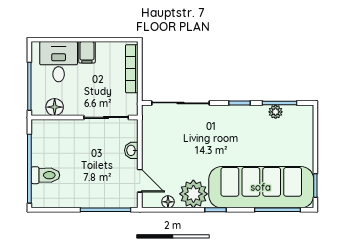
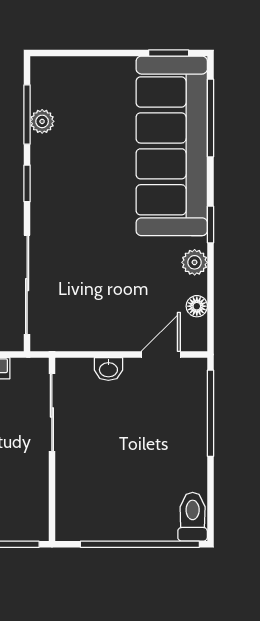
floor lamp: (55, 107) -> (34, 501), removed
toilet: (45, 175) -> (193, 517), moved
plant: (193, 194) -> (195, 262), width x0.53, depth x0.53

